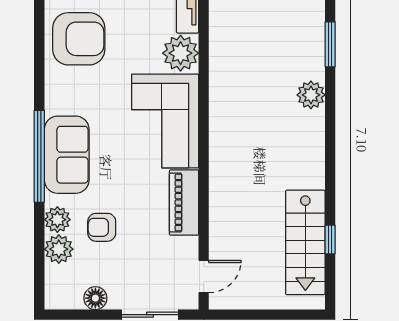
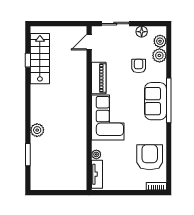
armchair: (79, 39) -> (150, 157), turned 90
plant: (181, 53) -> (96, 154), width x0.53, depth x0.53
plant: (57, 220) -> (160, 41), moved
armchair: (102, 227) -> (139, 66), turned -90

